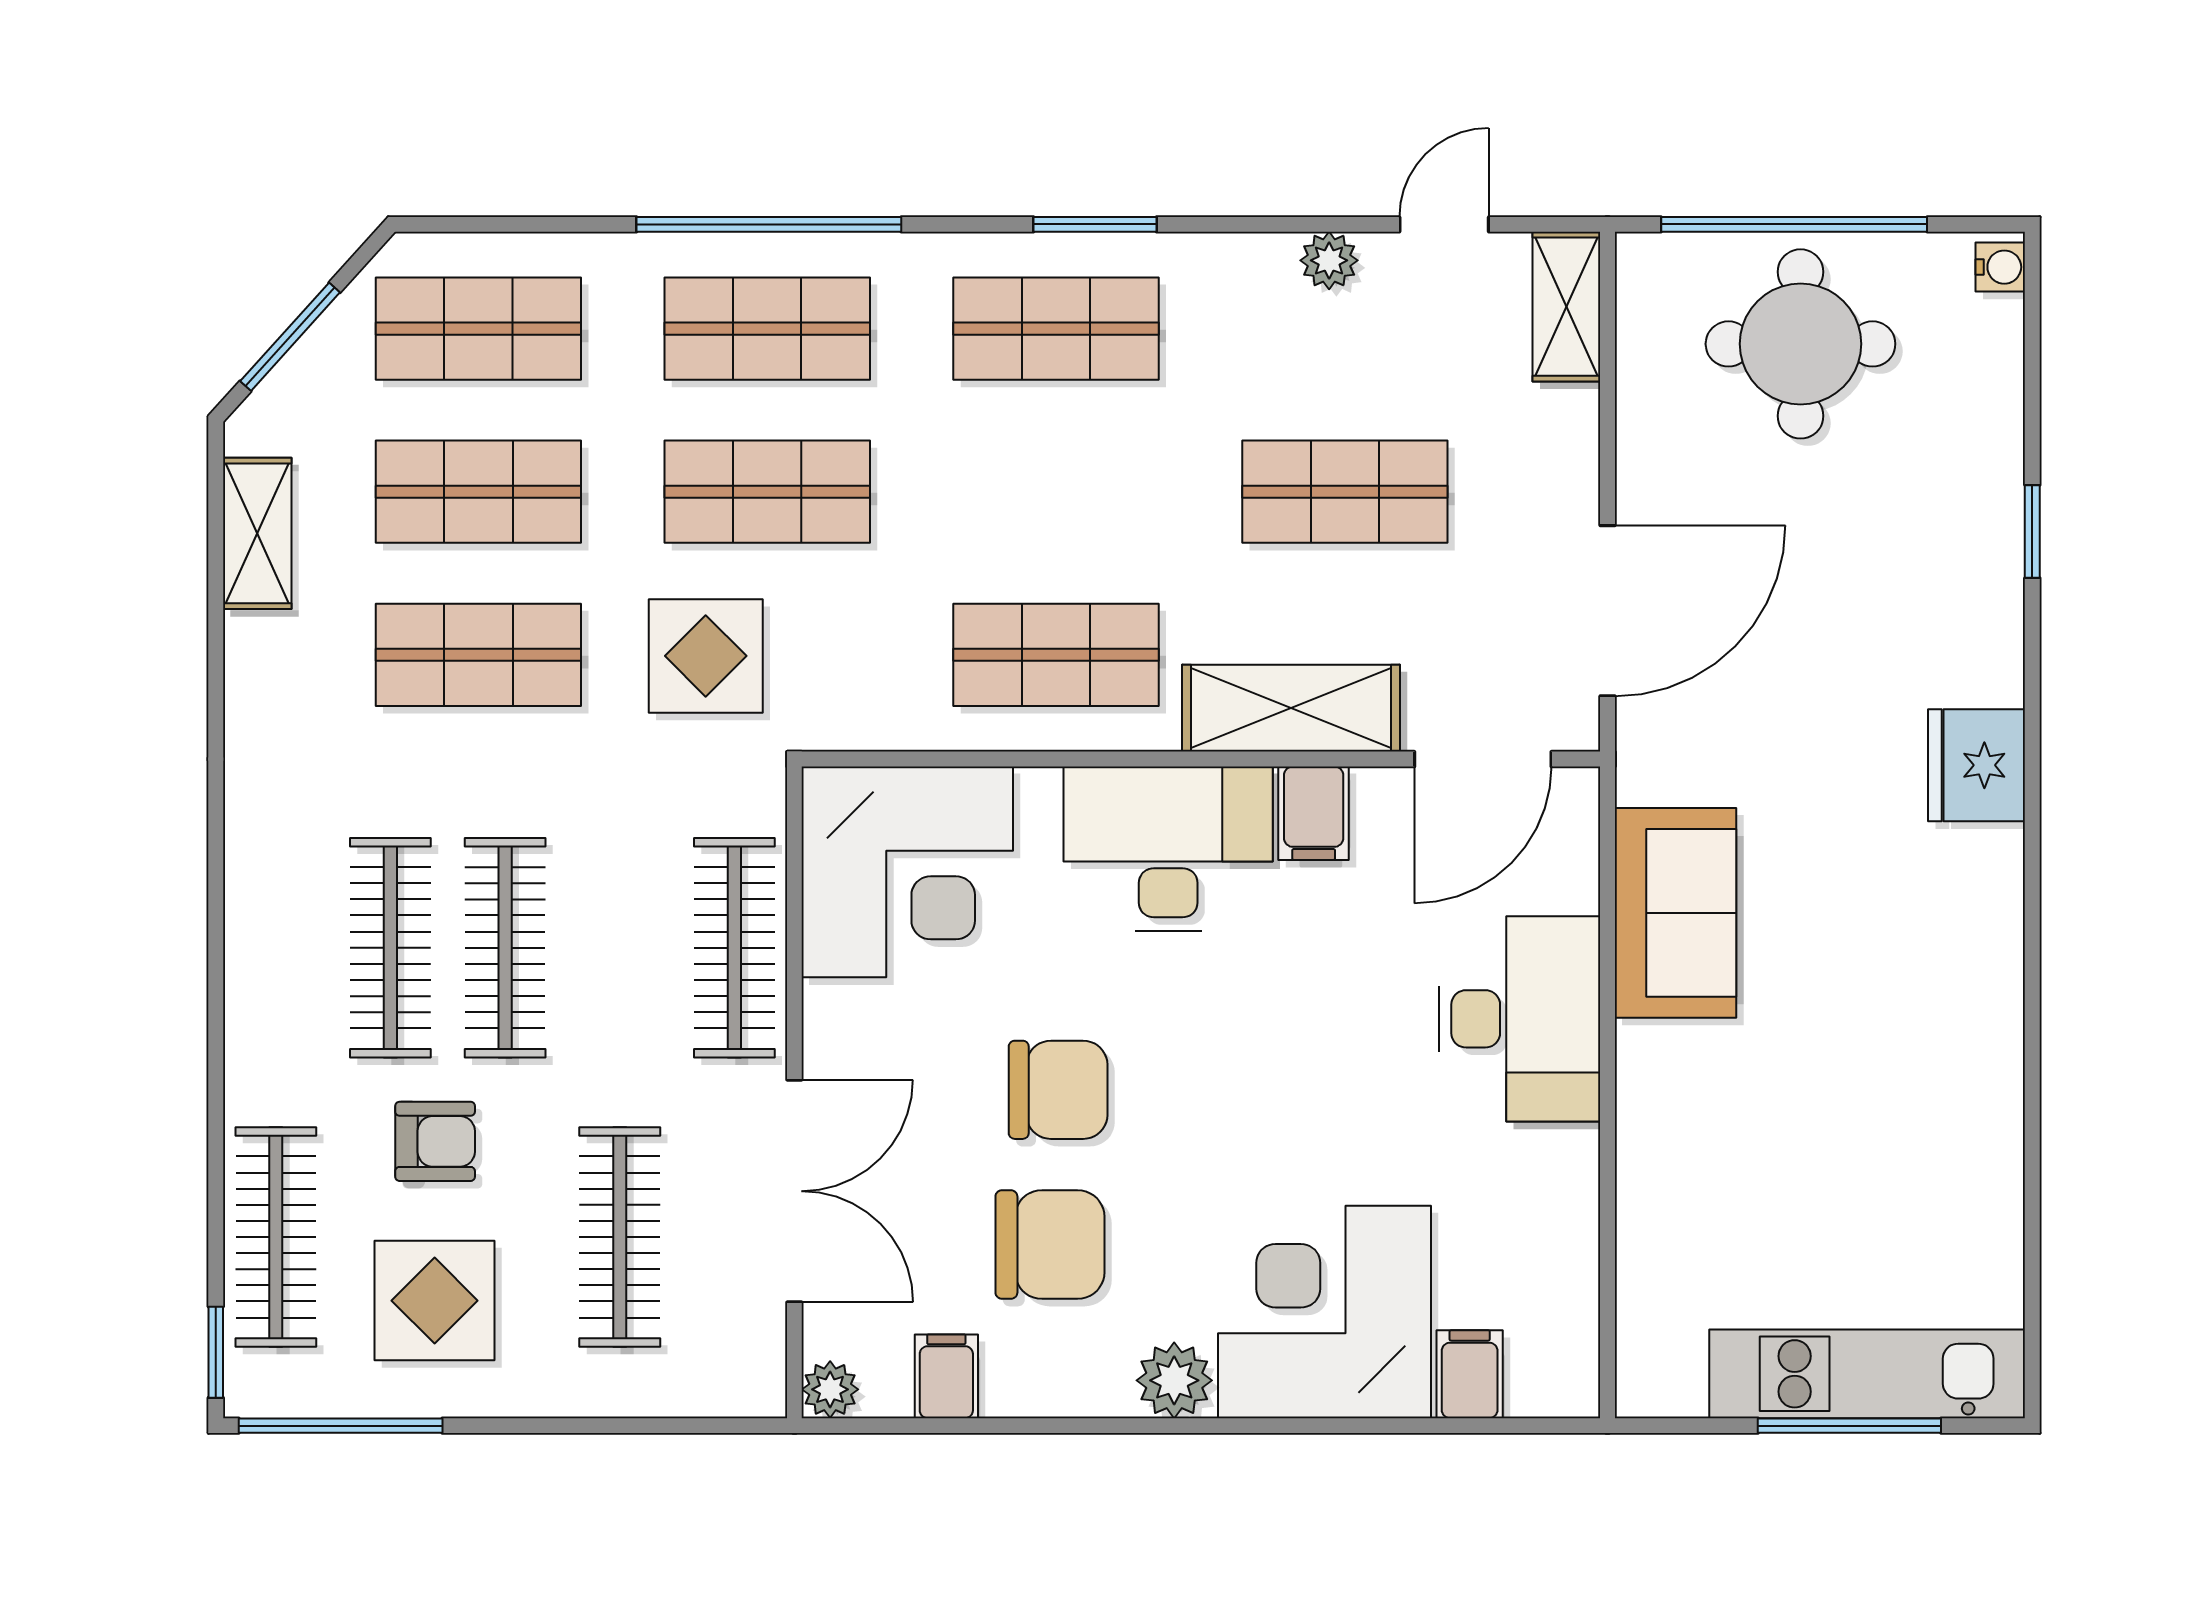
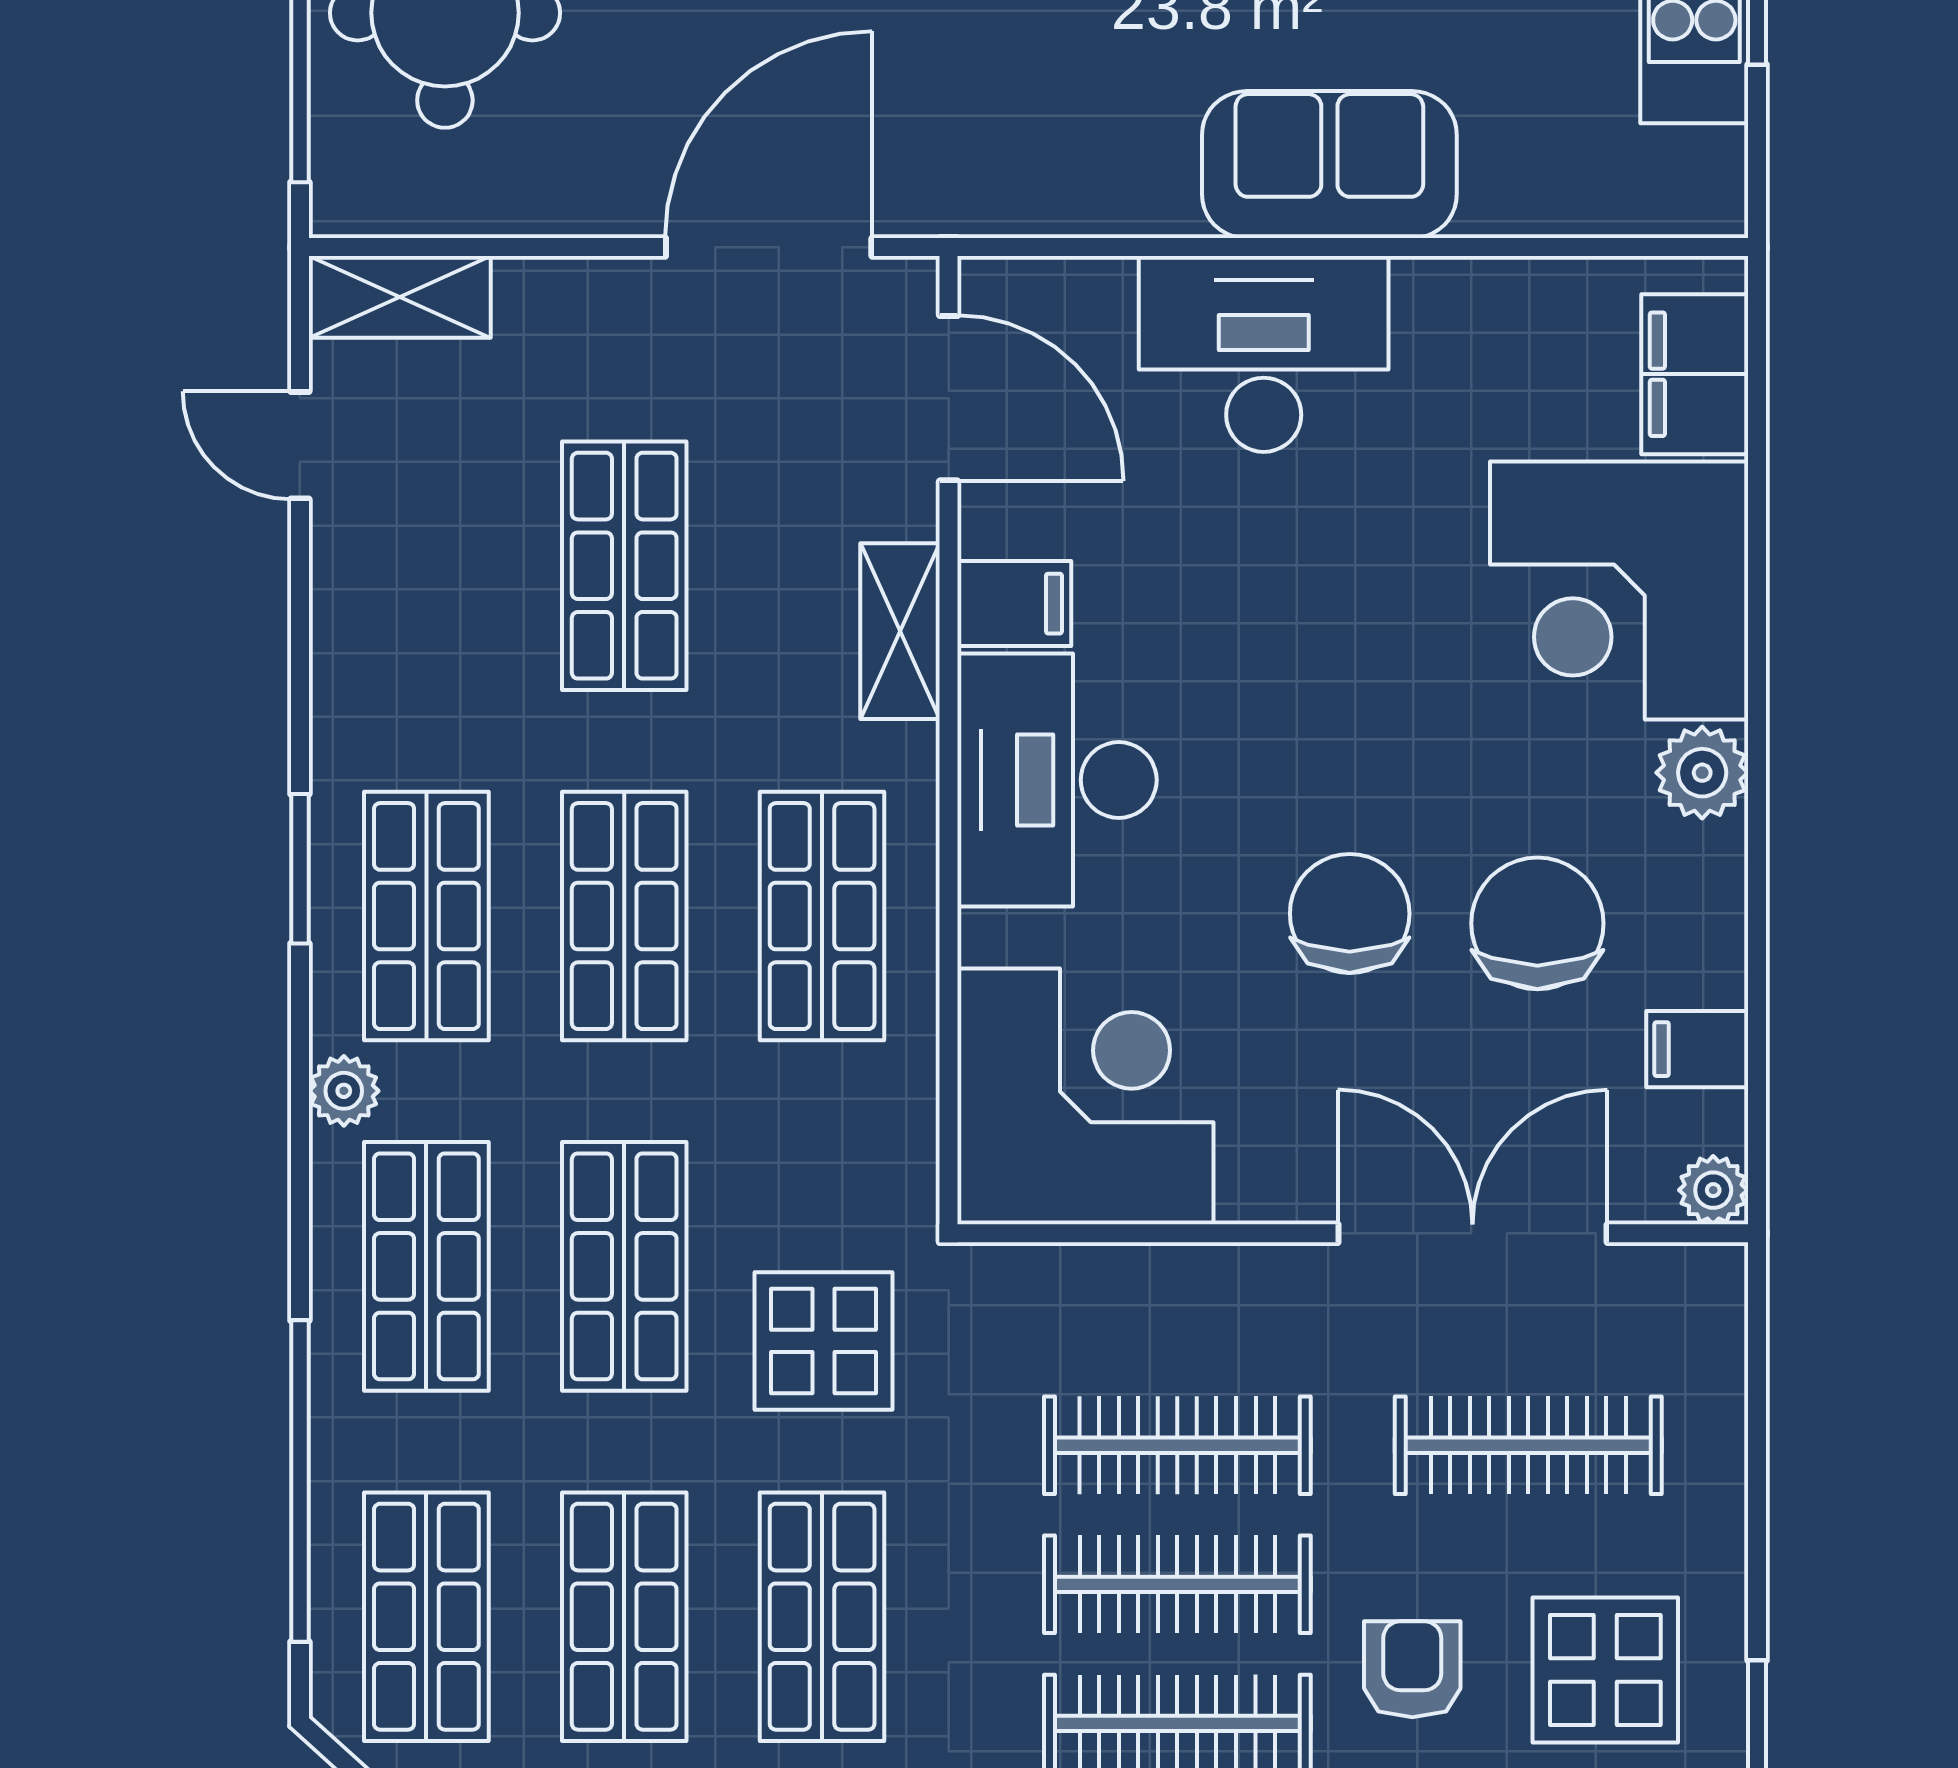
window: (769, 224) -> (300, 1481), moved
plant: (1329, 260) -> (344, 1091), moved
shop shelf: (1056, 492) -> (624, 916), added
door: (1607, 611) -> (769, 247), hinge flipped
shelving: (1291, 708) -> (900, 631), width x0.67, depth x0.75
sofa: (1675, 913) -> (1329, 165), moved
clothes rail: (734, 948) -> (1177, 1445), moved
filing cabinet: (1470, 1374) -> (1695, 374), width x2.00

